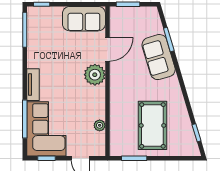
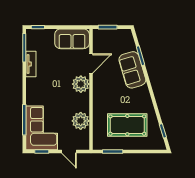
tv unit: (33, 85) -> (31, 64), moved
plant: (100, 125) -> (81, 121), width x1.88, depth x1.88
pool table: (152, 125) -> (127, 125), turned 90

